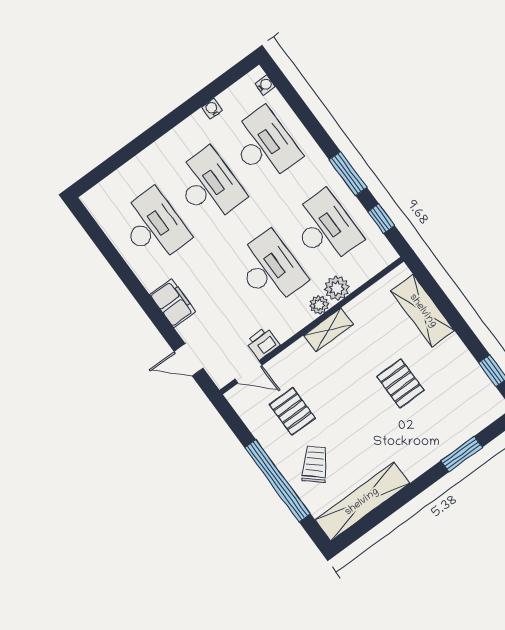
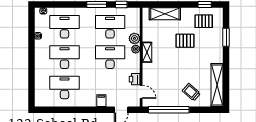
filing cabinet: (173, 303) -> (101, 101), width x0.50
door: (248, 372) -> (141, 92), hinge flipped
pallet: (292, 411) -> (204, 21), moved
window: (277, 481) -> (169, 110), moved

